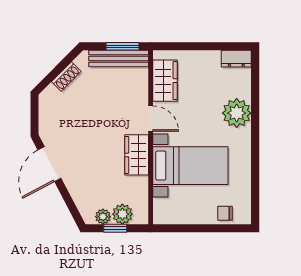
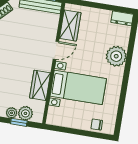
door: (151, 119) -> (56, 50), hinge flipped
wardrobe: (137, 155) -> (40, 85), moved

